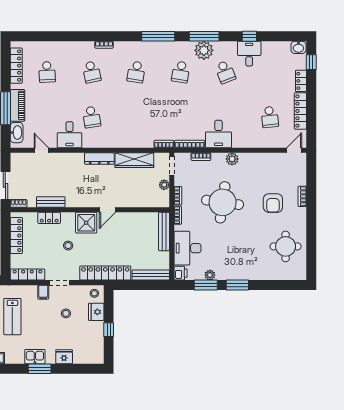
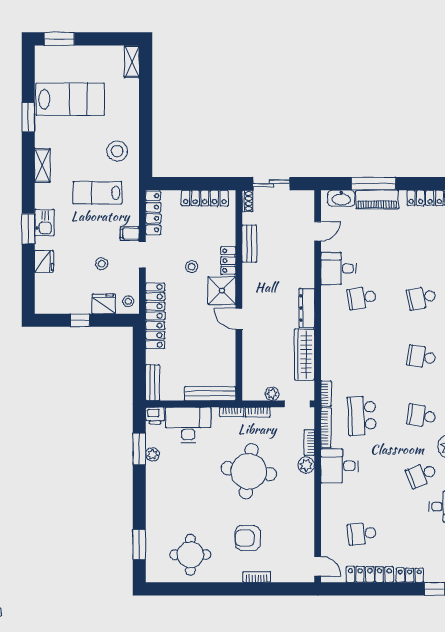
school desk: (47, 72) -> (362, 416), moved, width x1.85
plant: (232, 159) -> (306, 465), moved
locker: (49, 218) -> (228, 261), moved
bench: (151, 275) -> (153, 383), width x0.73
window: (237, 285) -> (139, 544), moved

